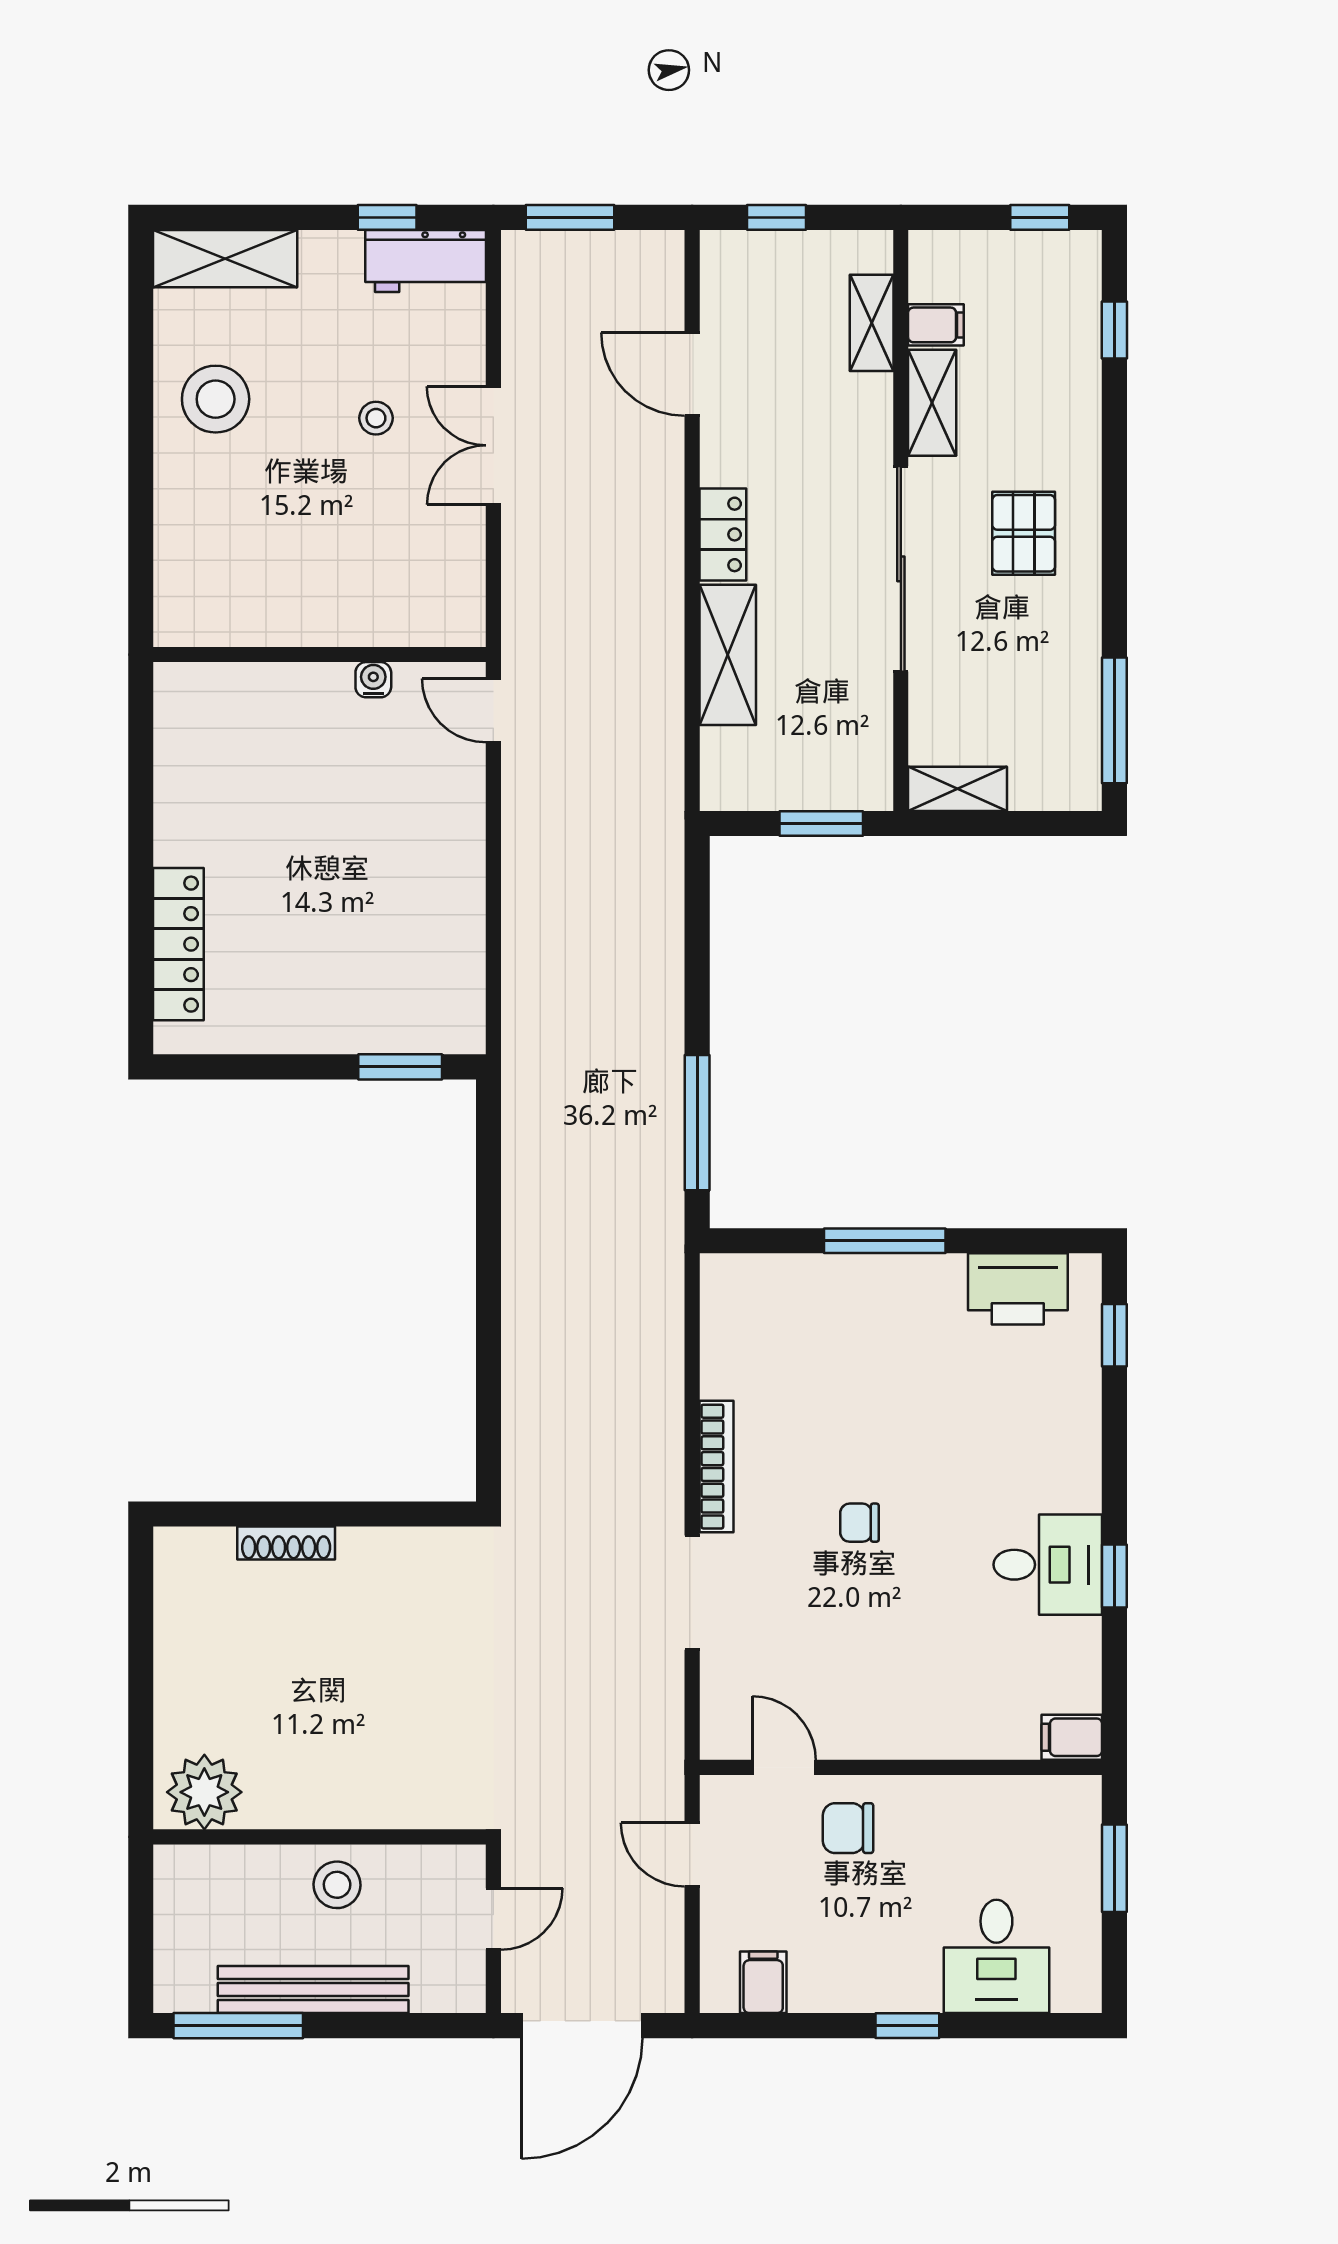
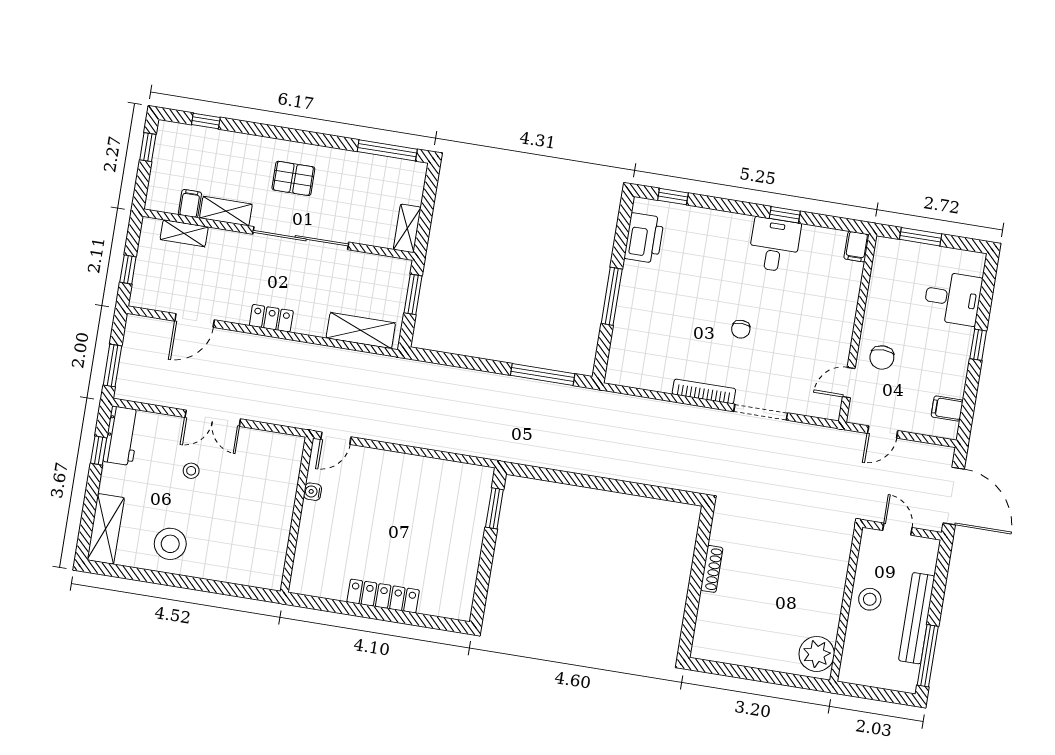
shelving: (728, 655) -> (361, 330), moved
locker: (178, 944) -> (383, 596), moved
shoe rack: (286, 1543) -> (712, 569), moved

